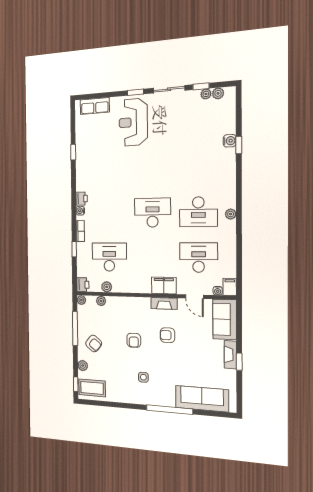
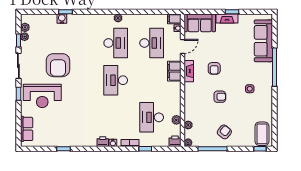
armchair: (170, 139) -> (58, 65), added
desk: (199, 257) -> (152, 43), turned 180
plant: (83, 366) -> (244, 142), removed

